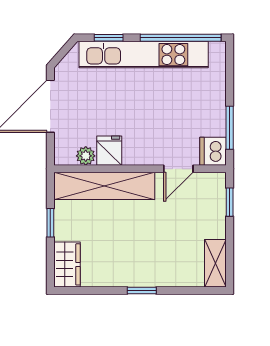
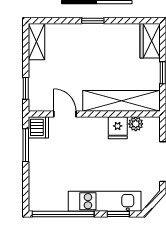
kitchen unit: (144, 55) -> (105, 201), width x0.73
door: (178, 169) -> (65, 114), hinge flipped

